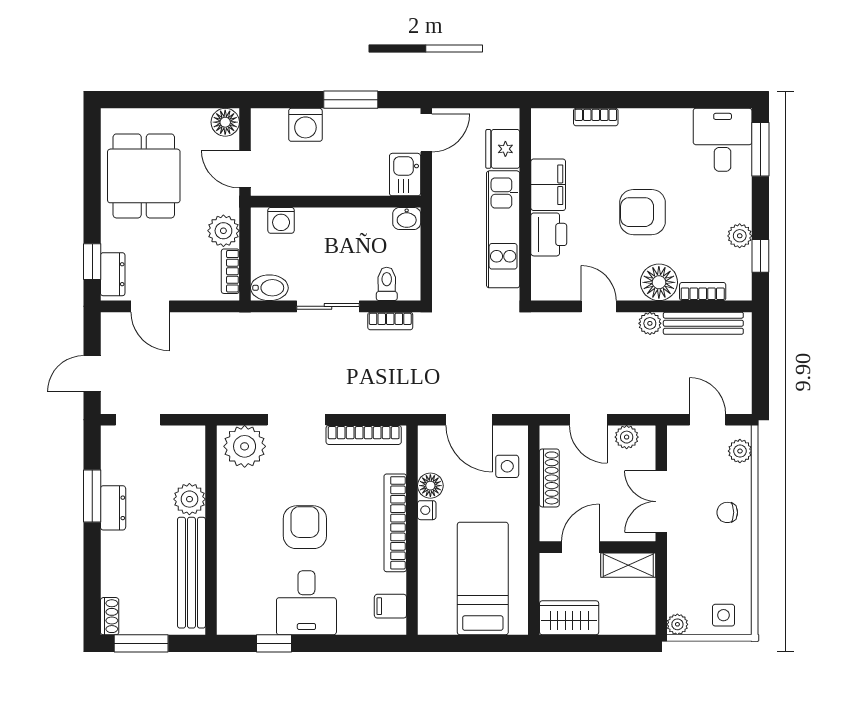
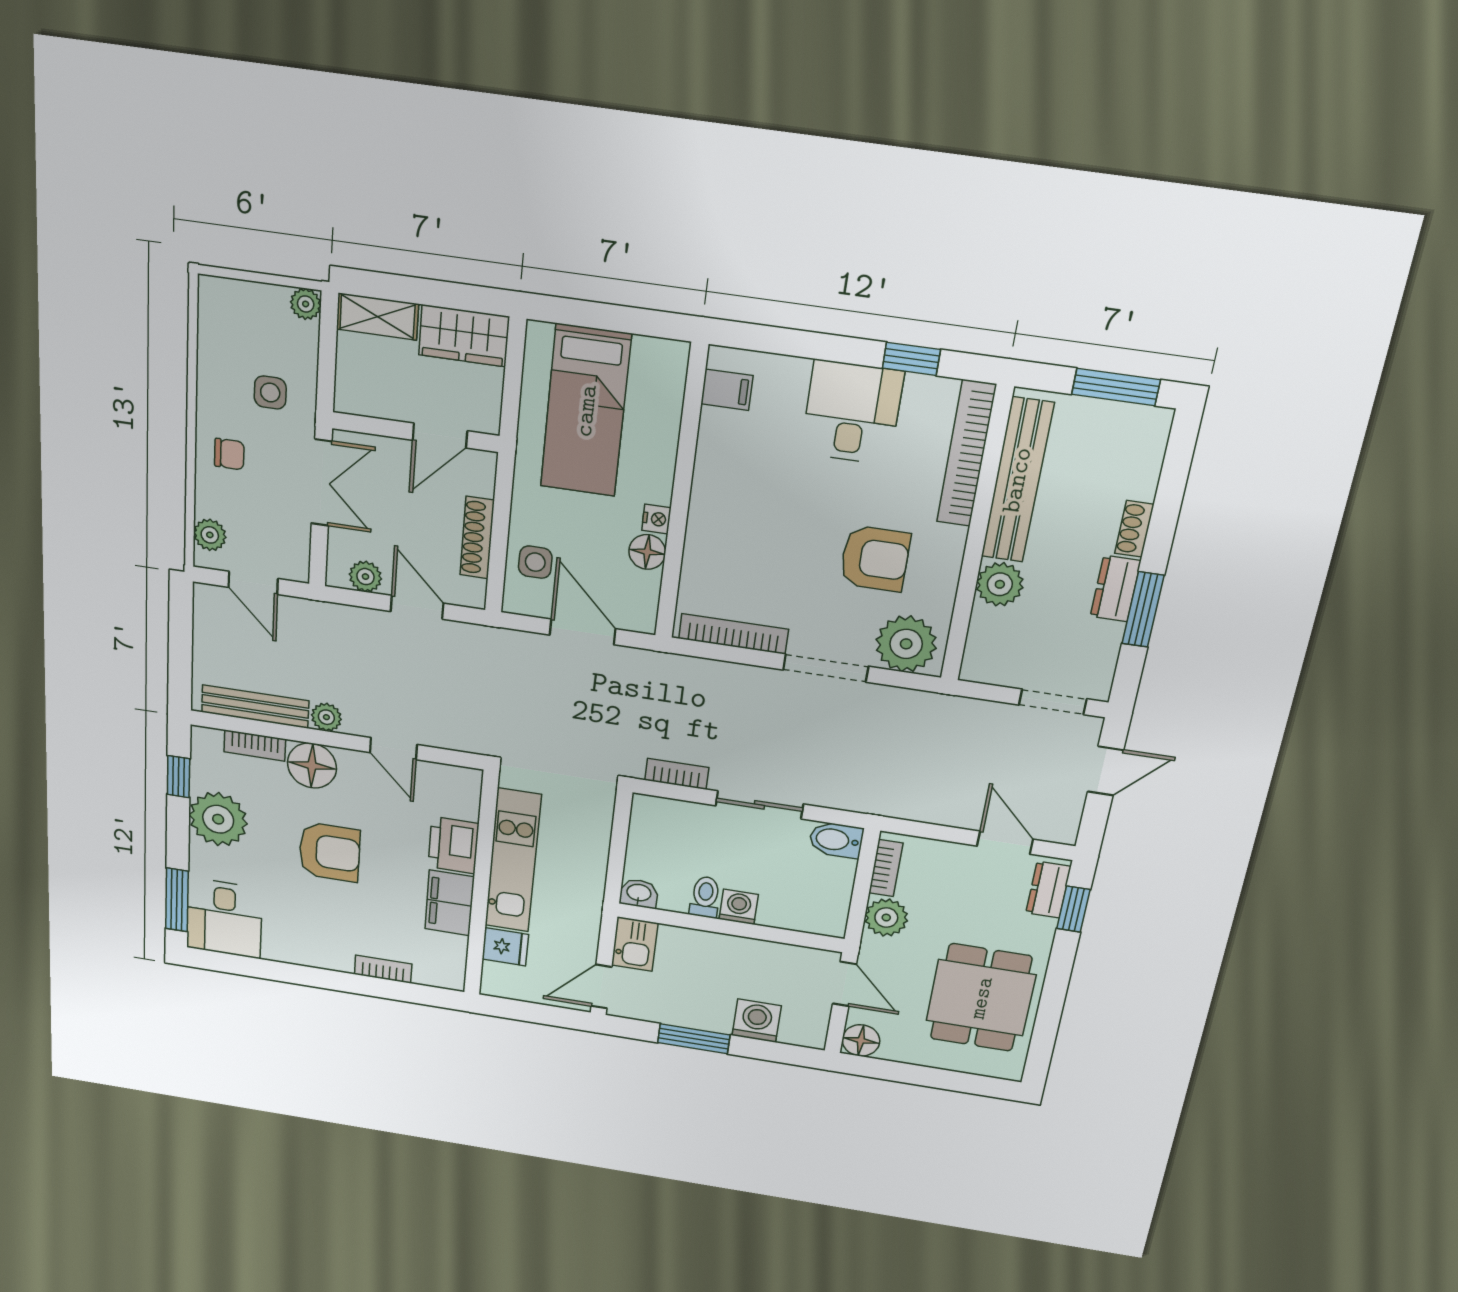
fridge: (503, 149) -> (505, 947), width x0.72
washing machine: (281, 220) -> (739, 907), moved
plant: (740, 236) -> (218, 819), width x1.88, depth x1.88
toilet: (387, 284) -> (705, 897), moved, turned 180
bookcase: (395, 523) -> (966, 454), moved, turned 180
armchair: (305, 527) -> (875, 559), moved, turned -90
shelving: (628, 565) -> (377, 317), moved
side table: (724, 615) -> (270, 392), moved
shoe rack: (110, 616) -> (1134, 529), moved

